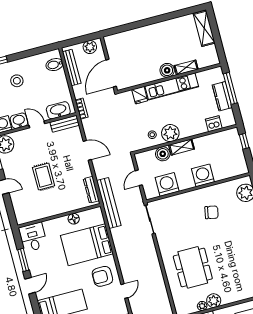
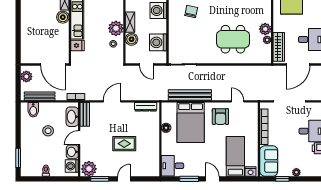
stool: (17, 81) -> (48, 131), moved
bench: (109, 203) -> (190, 95), moved

